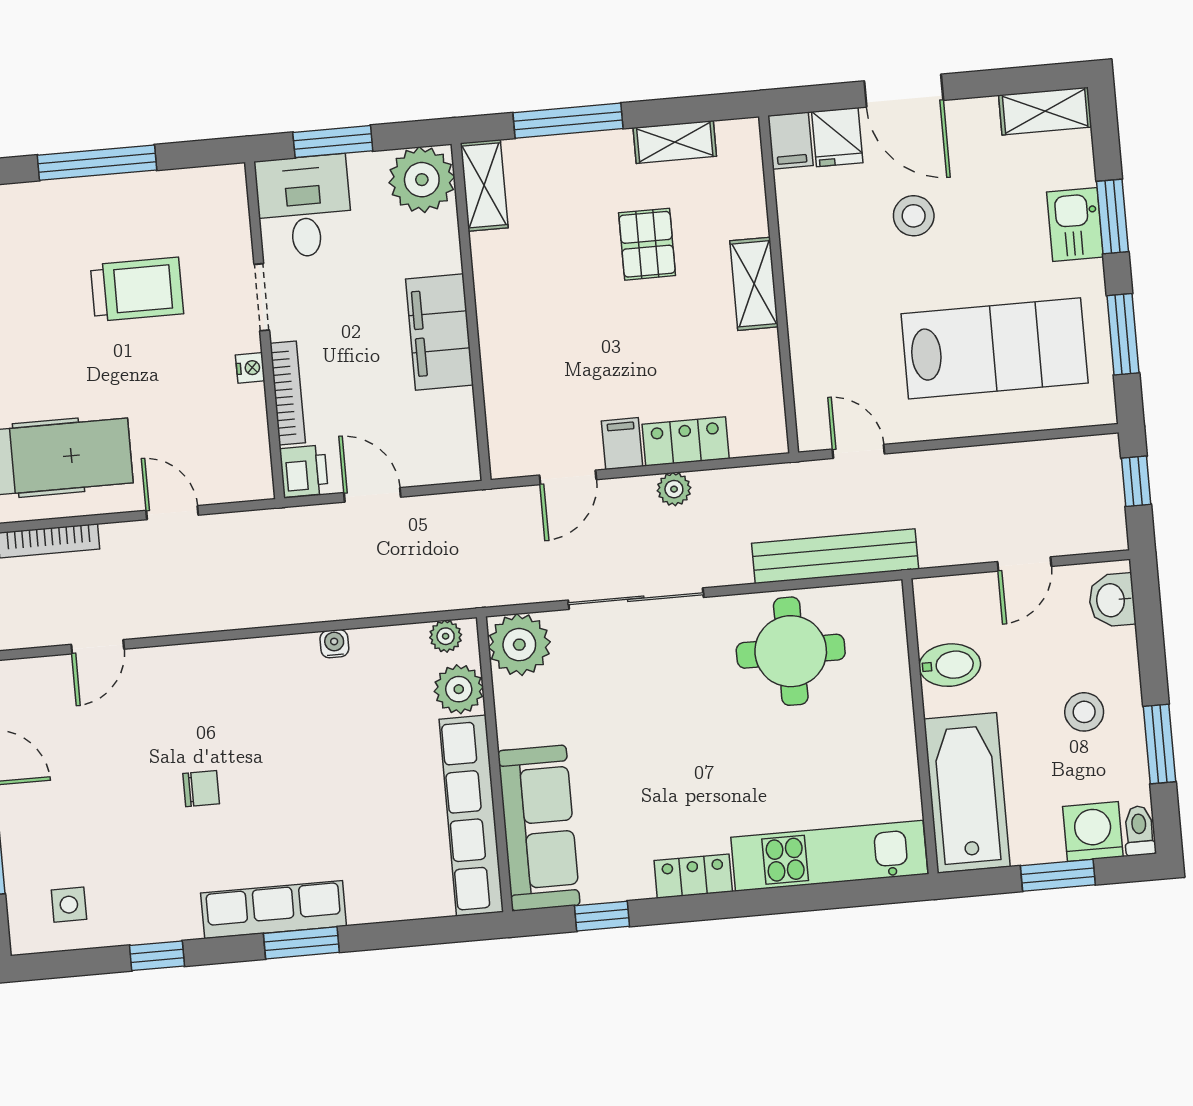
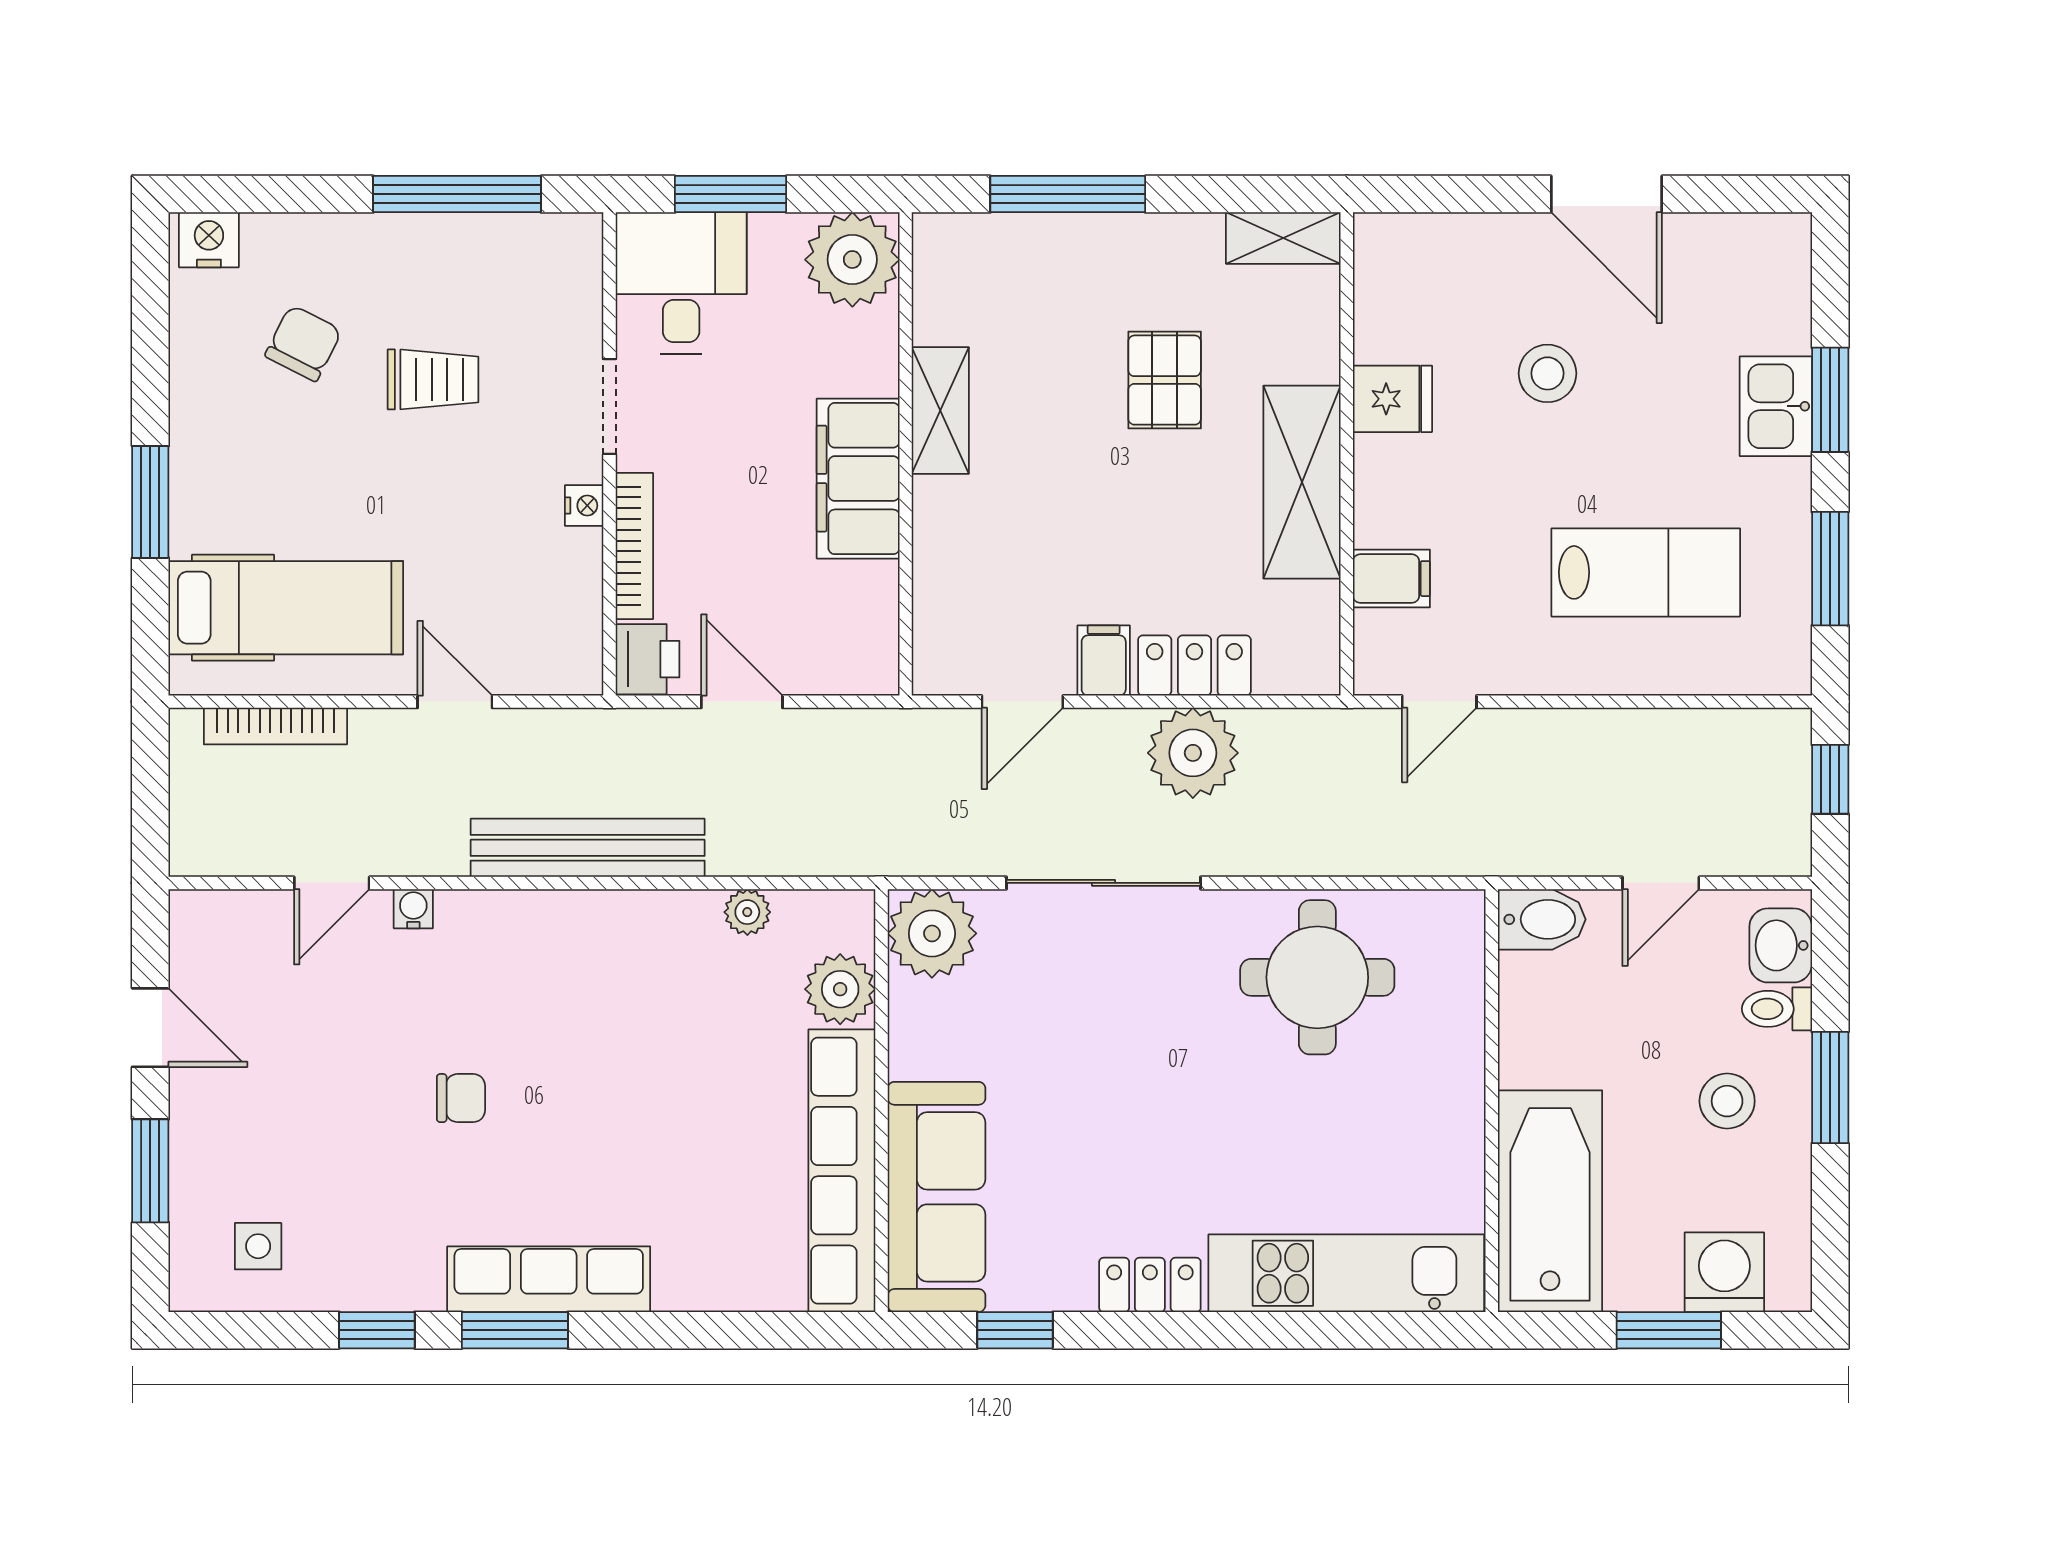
door: (904, 91) -> (1607, 194), moved
shelving: (1045, 111) -> (1748, 241), removed
fridge: (837, 137) -> (1392, 399), moved, turned -90
filing cabinet: (790, 141) -> (1391, 579), moved, turned -90
shelving: (675, 142) -> (1283, 238), moved
window: (97, 163) -> (457, 194), moved
shelving: (484, 185) -> (940, 411), moved
chair: (44, 272) -> (303, 343), added
shelving: (754, 284) -> (1302, 482), width x1.50, depth x1.33
trolley: (137, 289) -> (433, 379), width x0.73, depth x0.72
lab bench: (995, 348) -> (1646, 572), width x0.73, depth x0.72
door: (859, 451) -> (1439, 702), swing flipped
plant: (674, 489) -> (1193, 753), width x1.88, depth x1.88
bench: (835, 556) -> (588, 848), moved
plant: (446, 636) -> (747, 912), moved
water cooler: (334, 644) -> (413, 909), moved
bidet: (950, 665) -> (1542, 919), moved
window: (1159, 744) -> (1830, 1088), moved
toilet: (1139, 831) -> (1777, 1009), moved, turned -90
window: (301, 943) -> (515, 1330), moved

